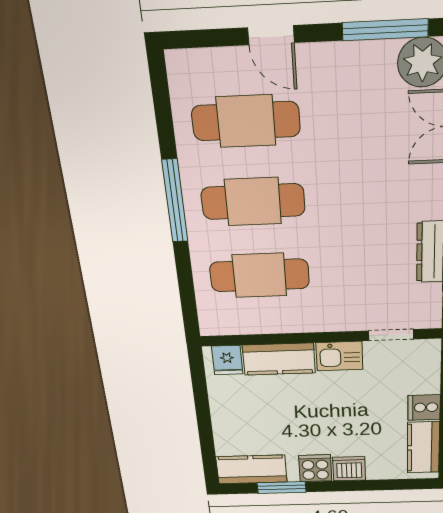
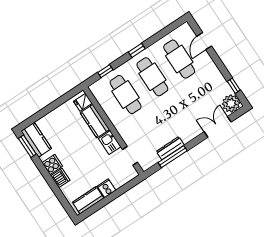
window: (385, 30) -> (234, 86), width x0.46
door: (271, 35) -> (204, 41), moved
window: (175, 201) -> (137, 50), width x0.46
window: (186, 287) -> (105, 71), added
window: (282, 488) -> (27, 146), moved

